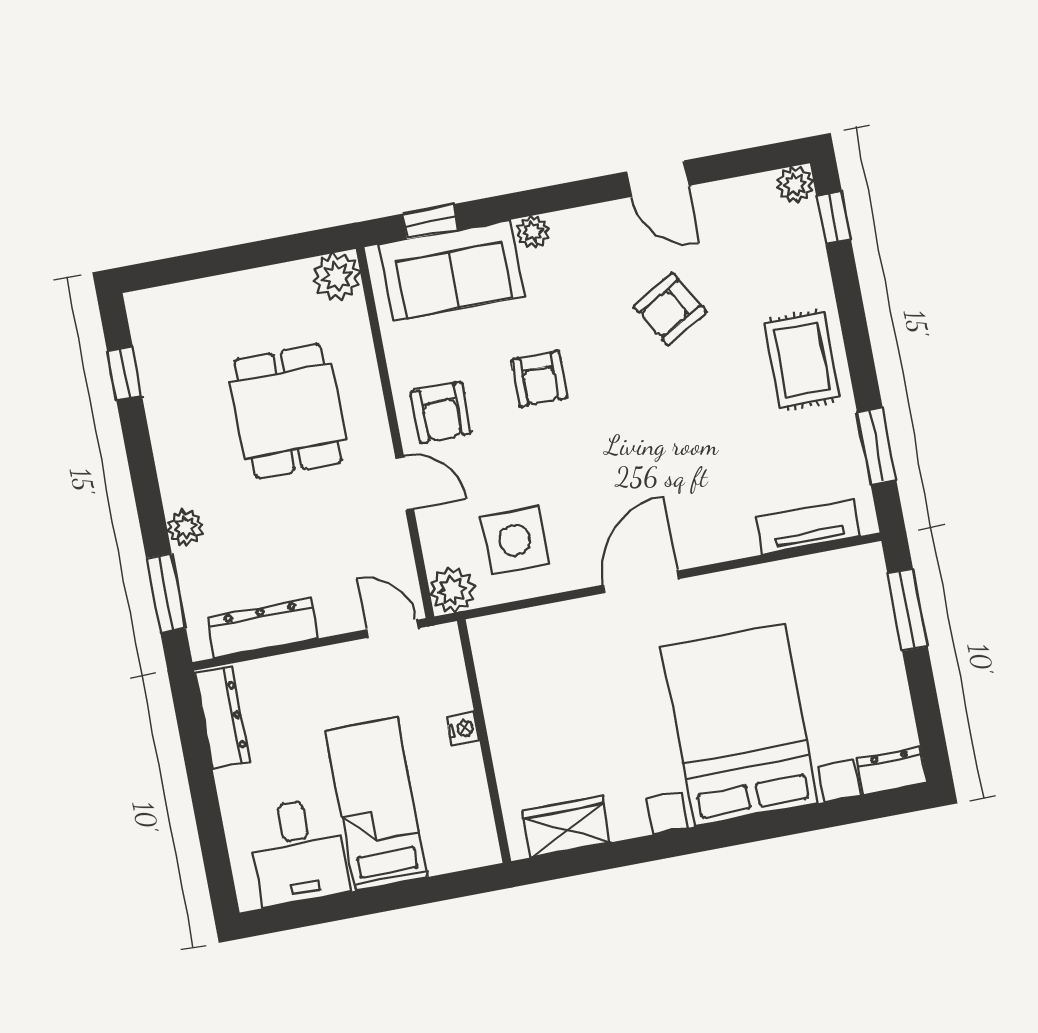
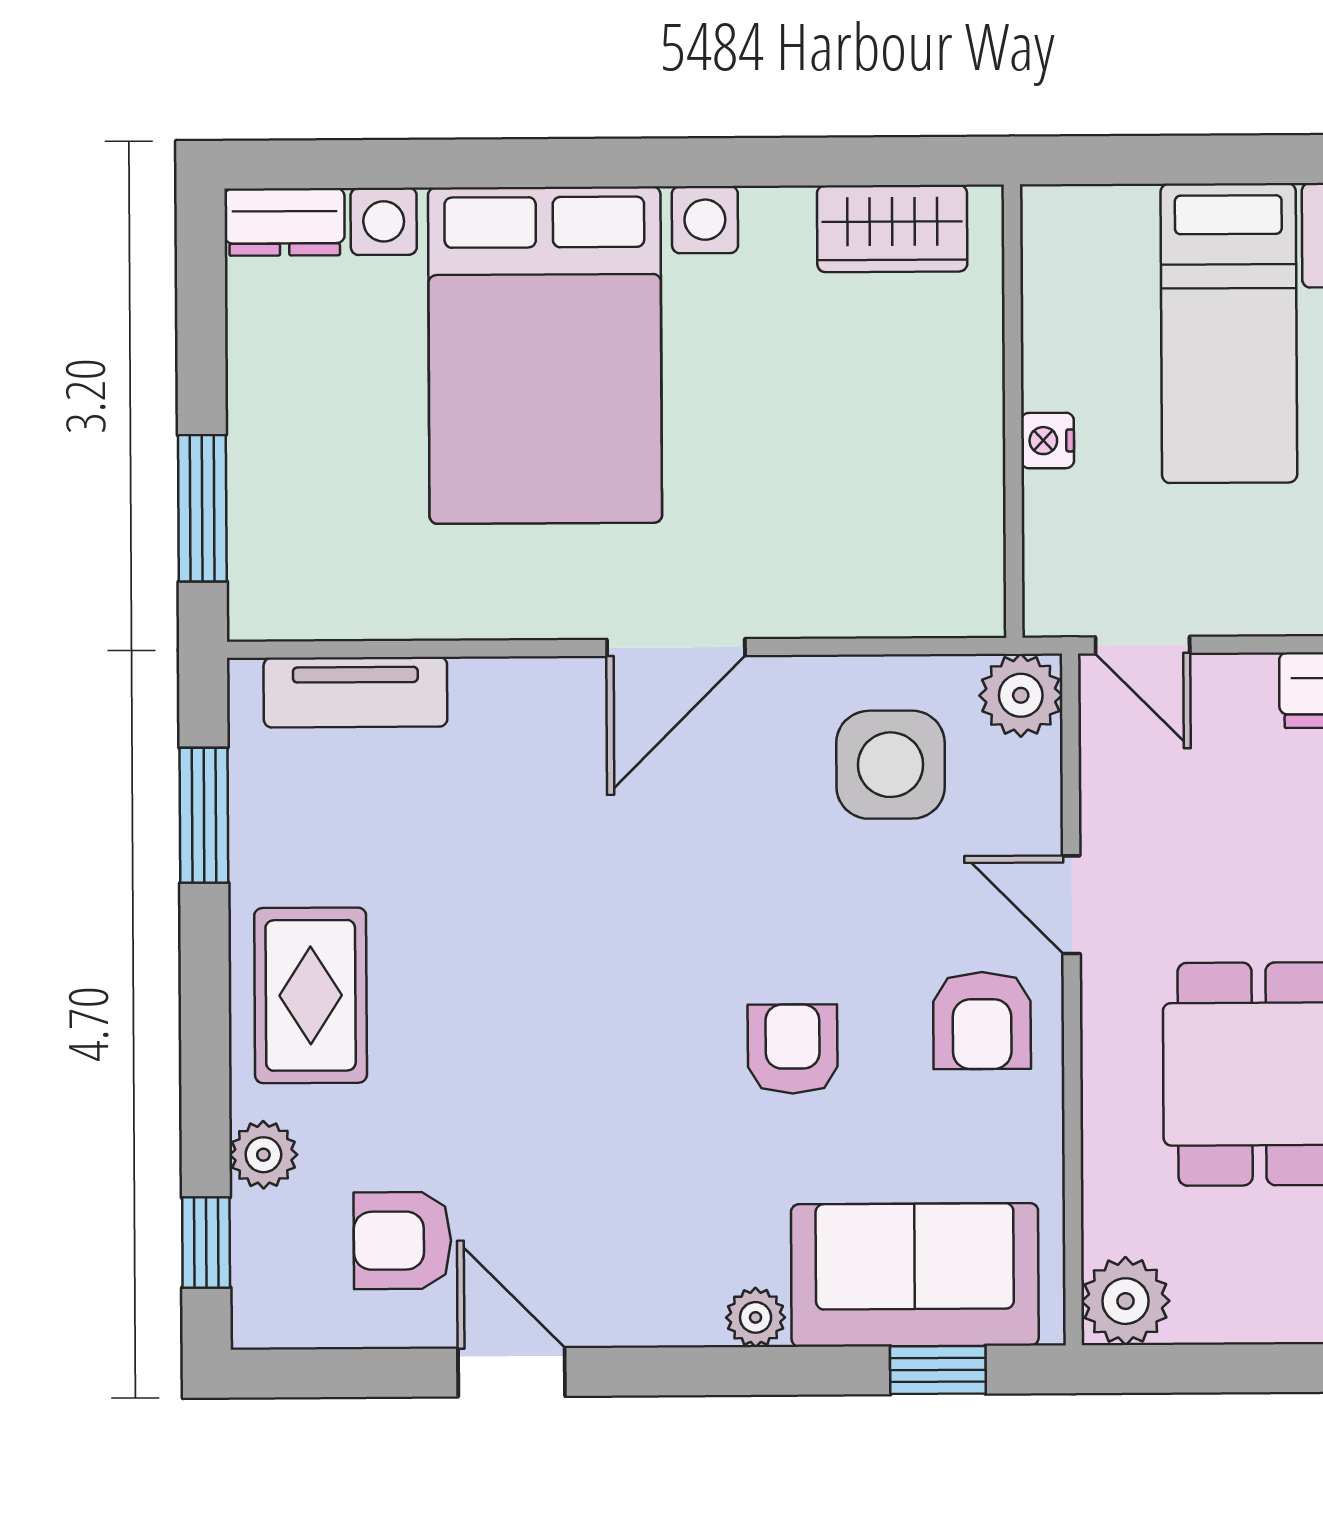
plant: (795, 185) -> (263, 1155), moved
armchair: (670, 309) -> (402, 1241), moved, turned -150
armchair: (441, 413) -> (982, 1021), turned 180

